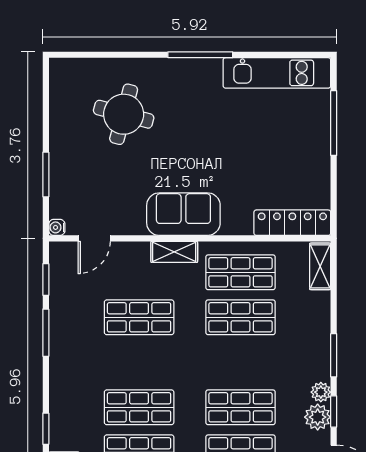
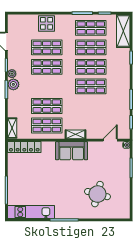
shop shelf: (139, 317) -> (91, 86), moved
plant: (318, 417) -> (13, 84), moved

